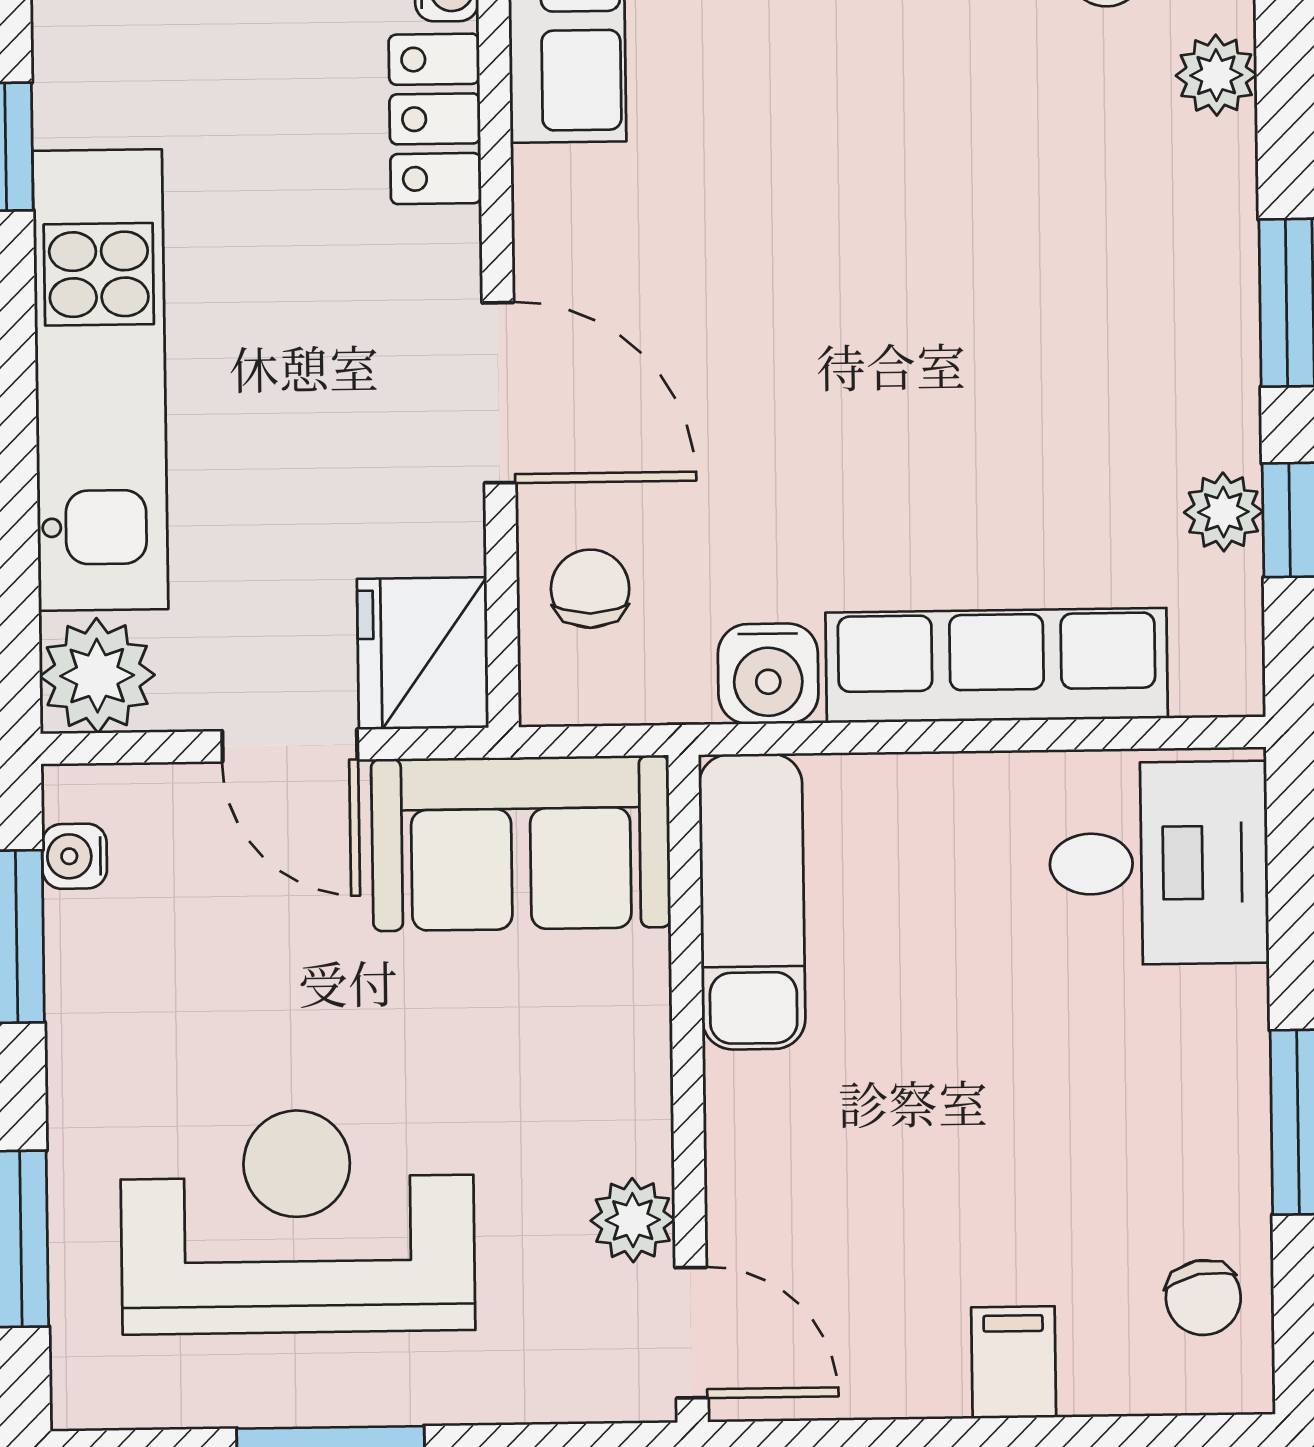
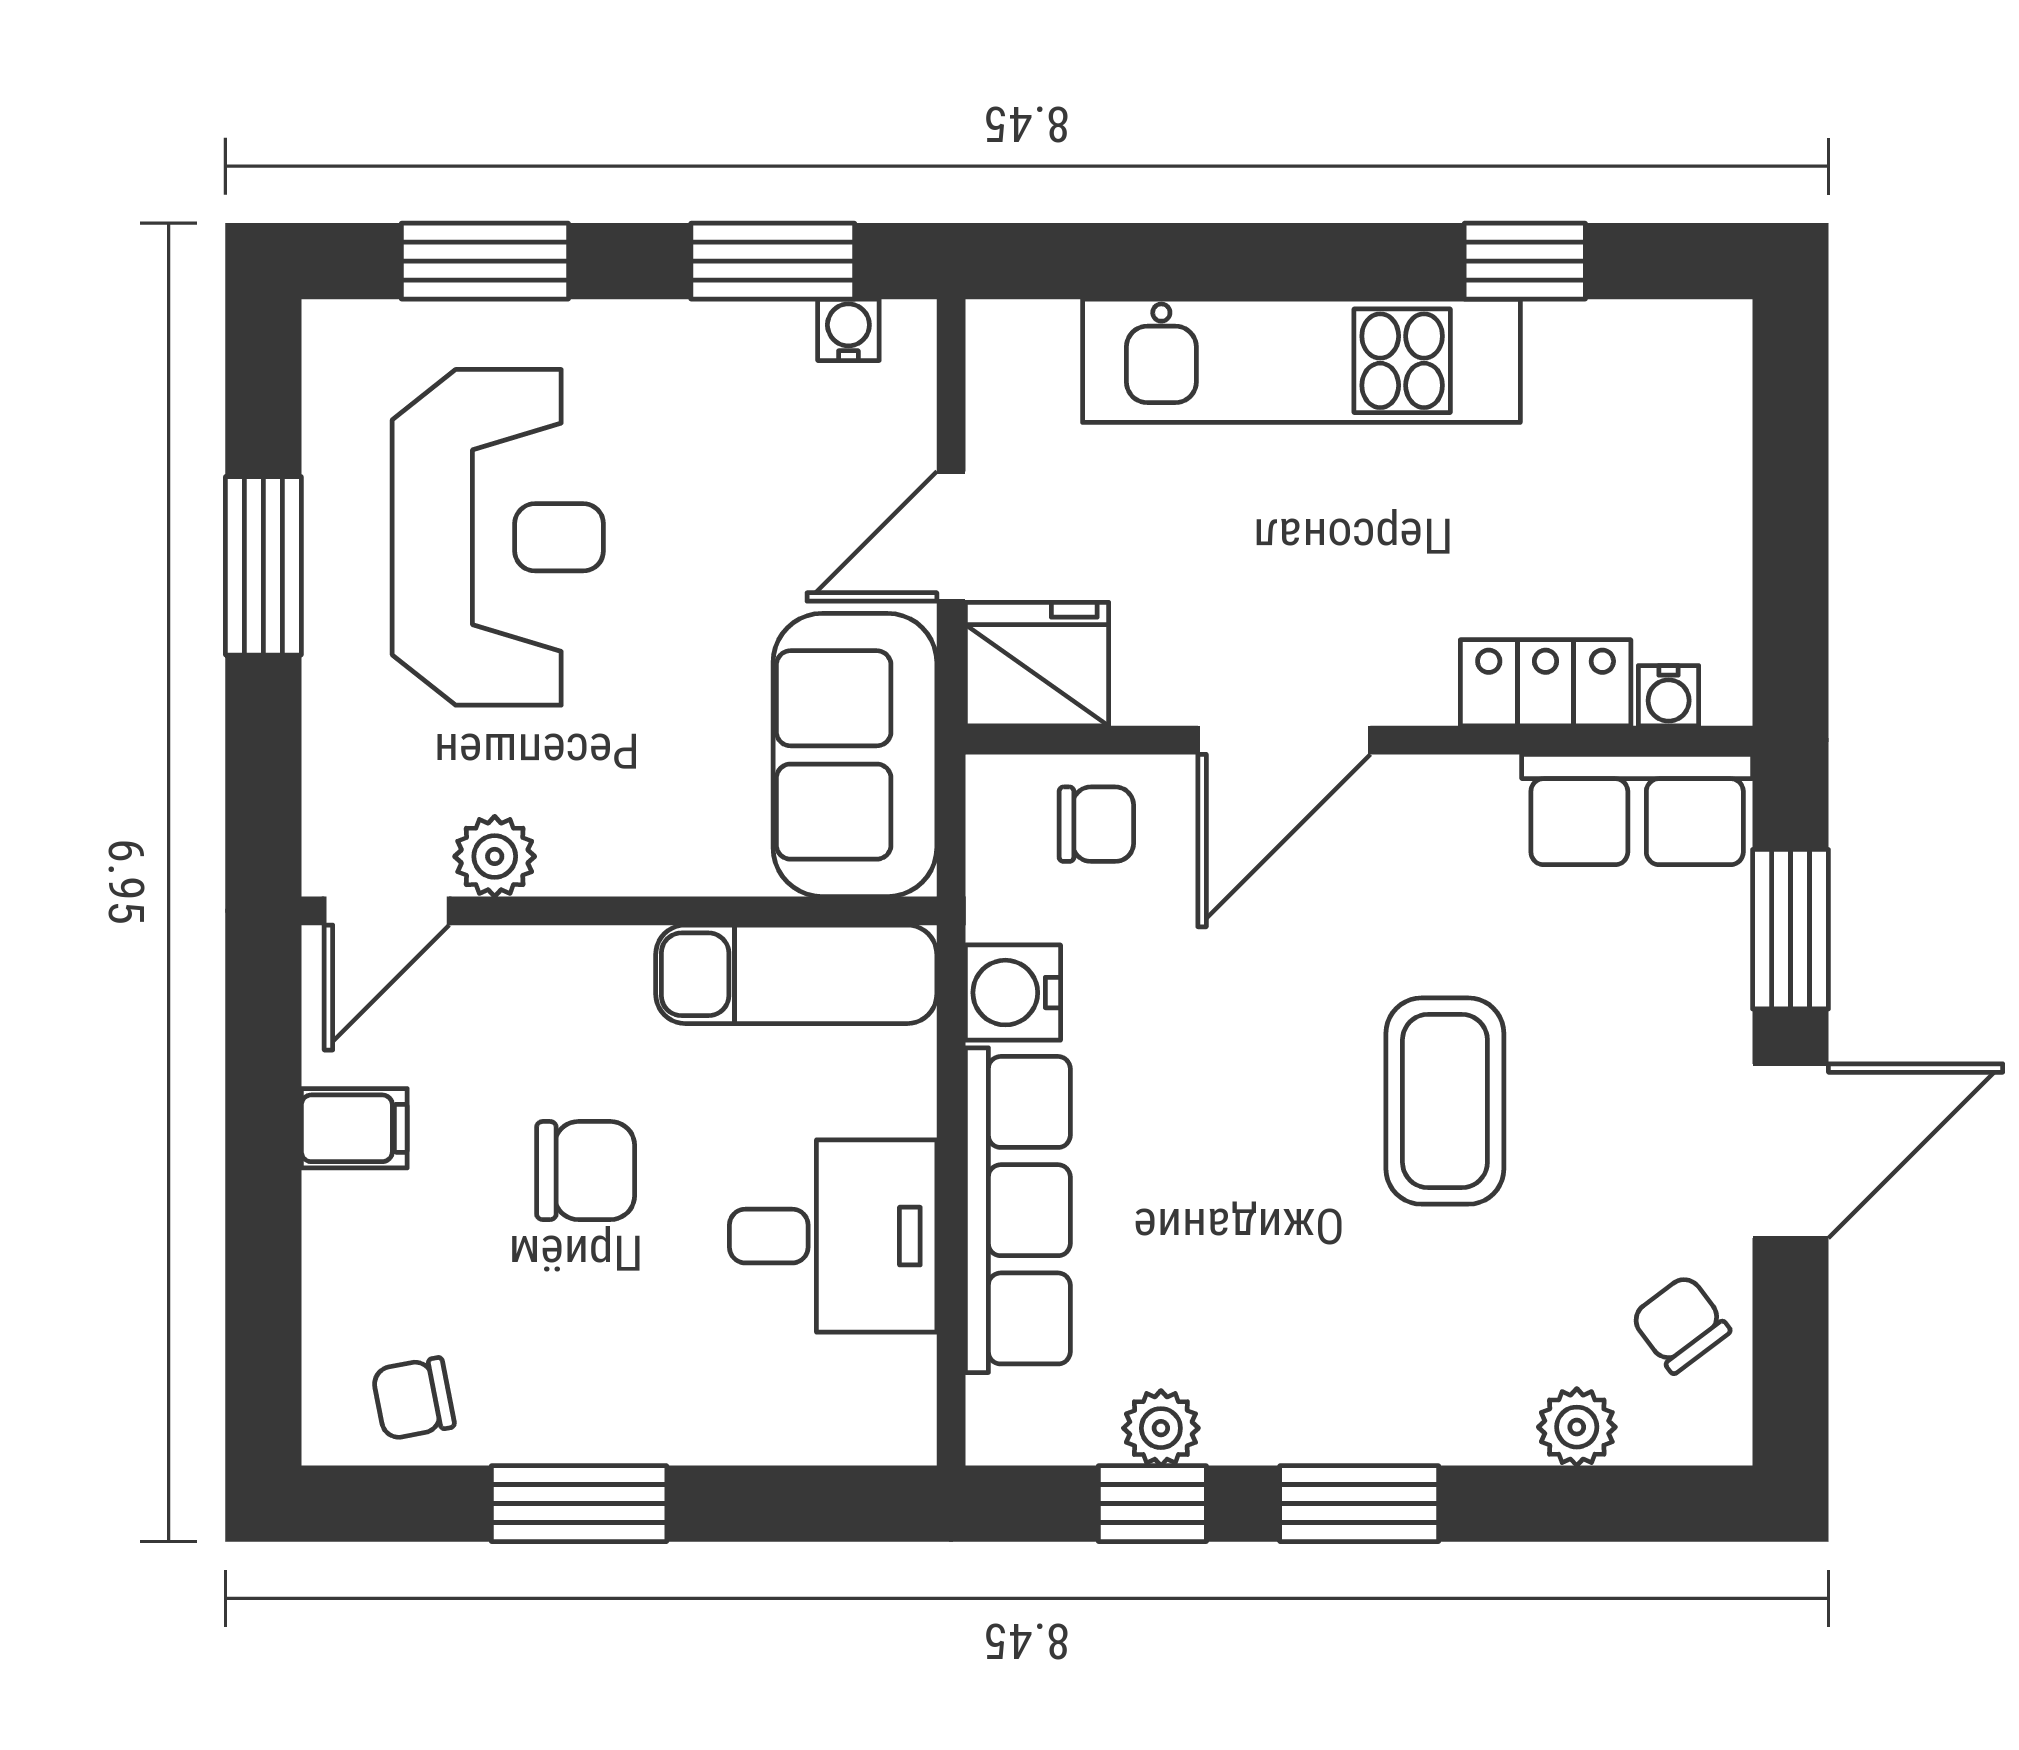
coffee table: (876, 218) -> (1445, 1101), added
plant: (97, 676) -> (1020, 354), removed
desk: (1159, 863) -> (833, 1236), moved, turned -90
chair: (961, 1120) -> (586, 1171), added
filing cabinet: (1014, 1362) -> (354, 1128), moved

